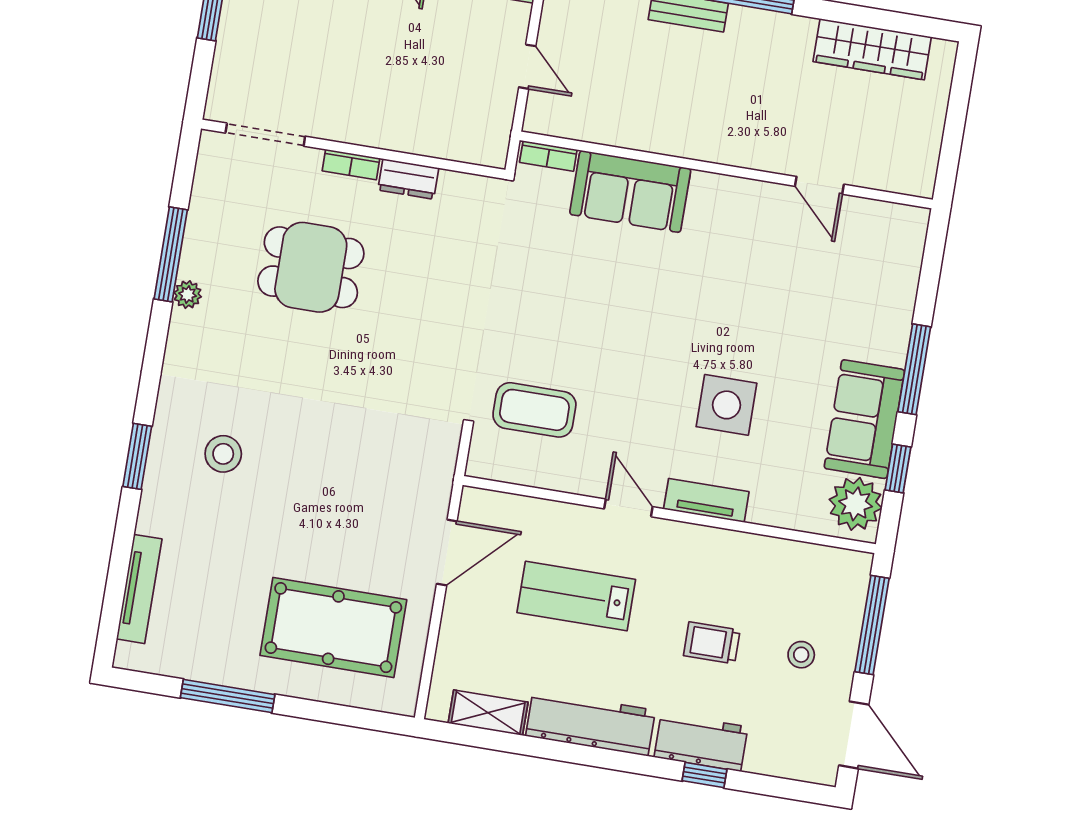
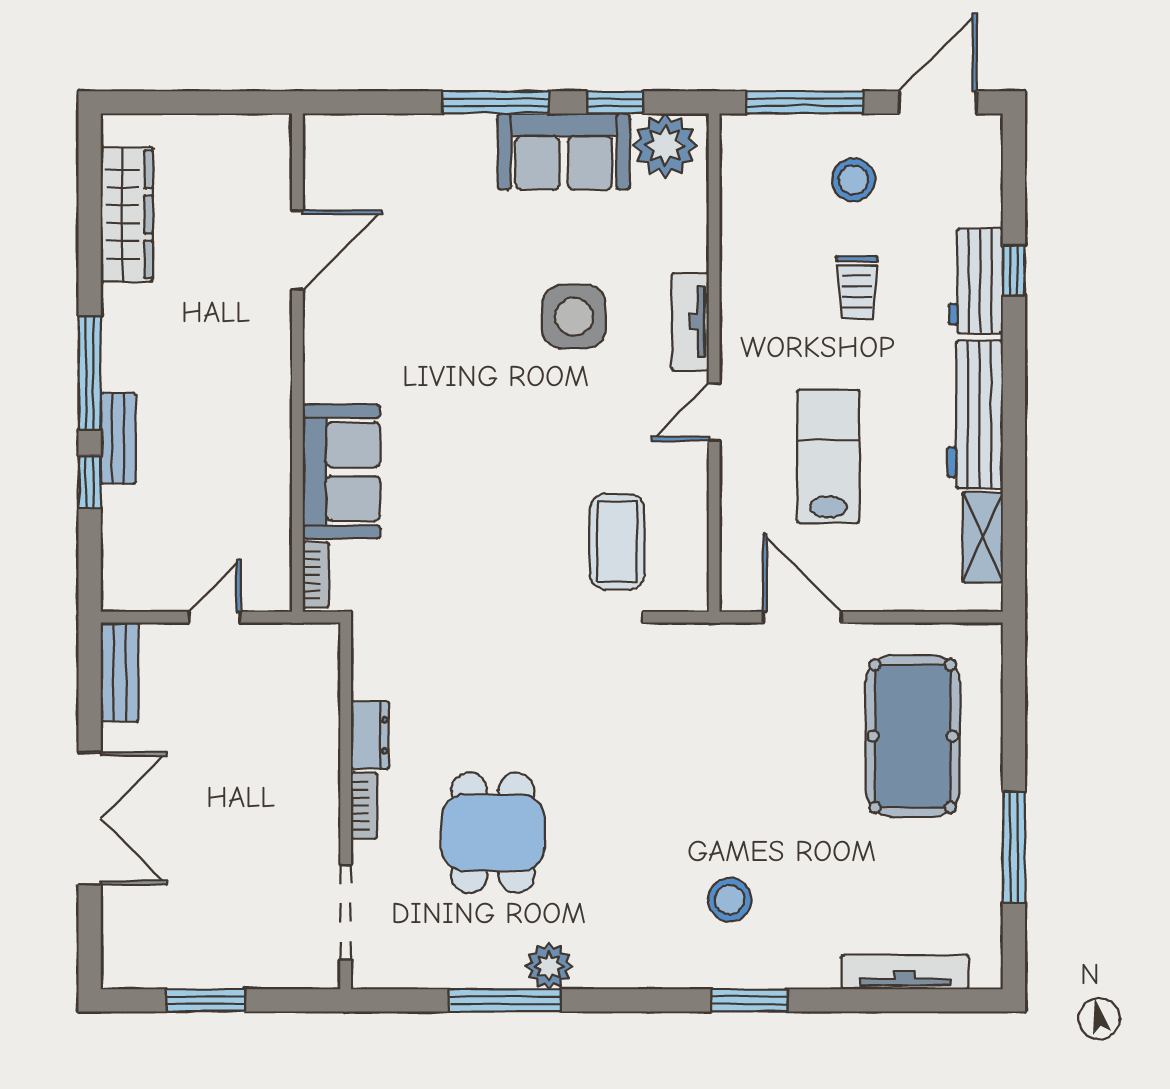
door: (819, 185) -> (297, 250), width x1.37
plant: (188, 295) -> (549, 966), width x1.38, depth x1.38
lab bench: (576, 596) -> (828, 456), turned 180
stool: (801, 655) -> (853, 180), width x1.37, depth x1.37

